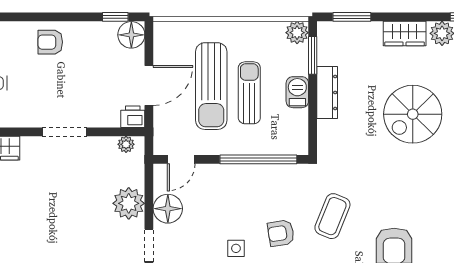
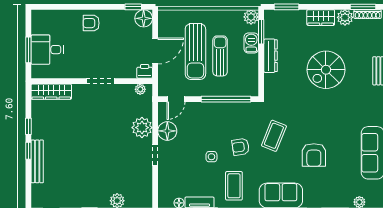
barbecue: (297, 92) -> (251, 43), moved

